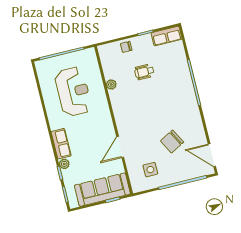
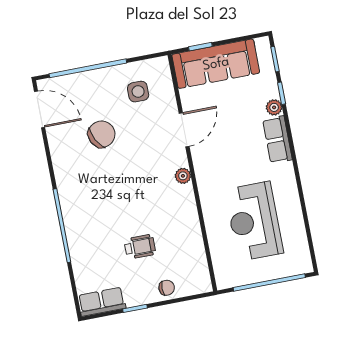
plant: (111, 84) -> (183, 176), moved

